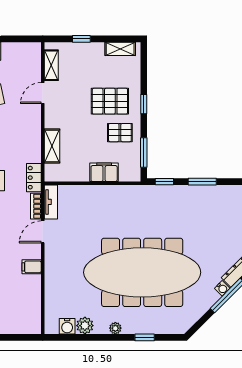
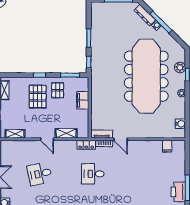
door: (43, 93) -> (47, 139), moved
filing cabinet: (32, 267) -> (167, 146), moved
plant: (85, 326) -> (180, 67), moved

